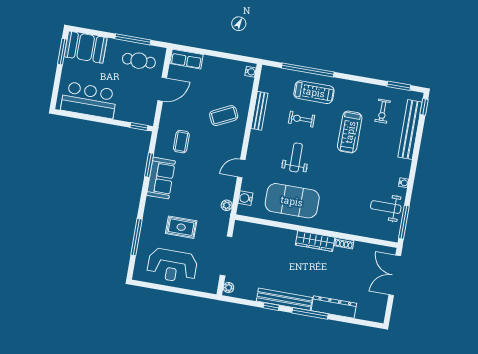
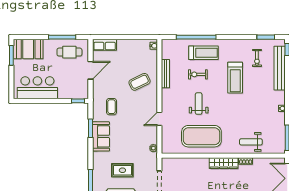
water cooler: (245, 198) -> (166, 140), removed
weight bench: (386, 207) -> (251, 142), moved

